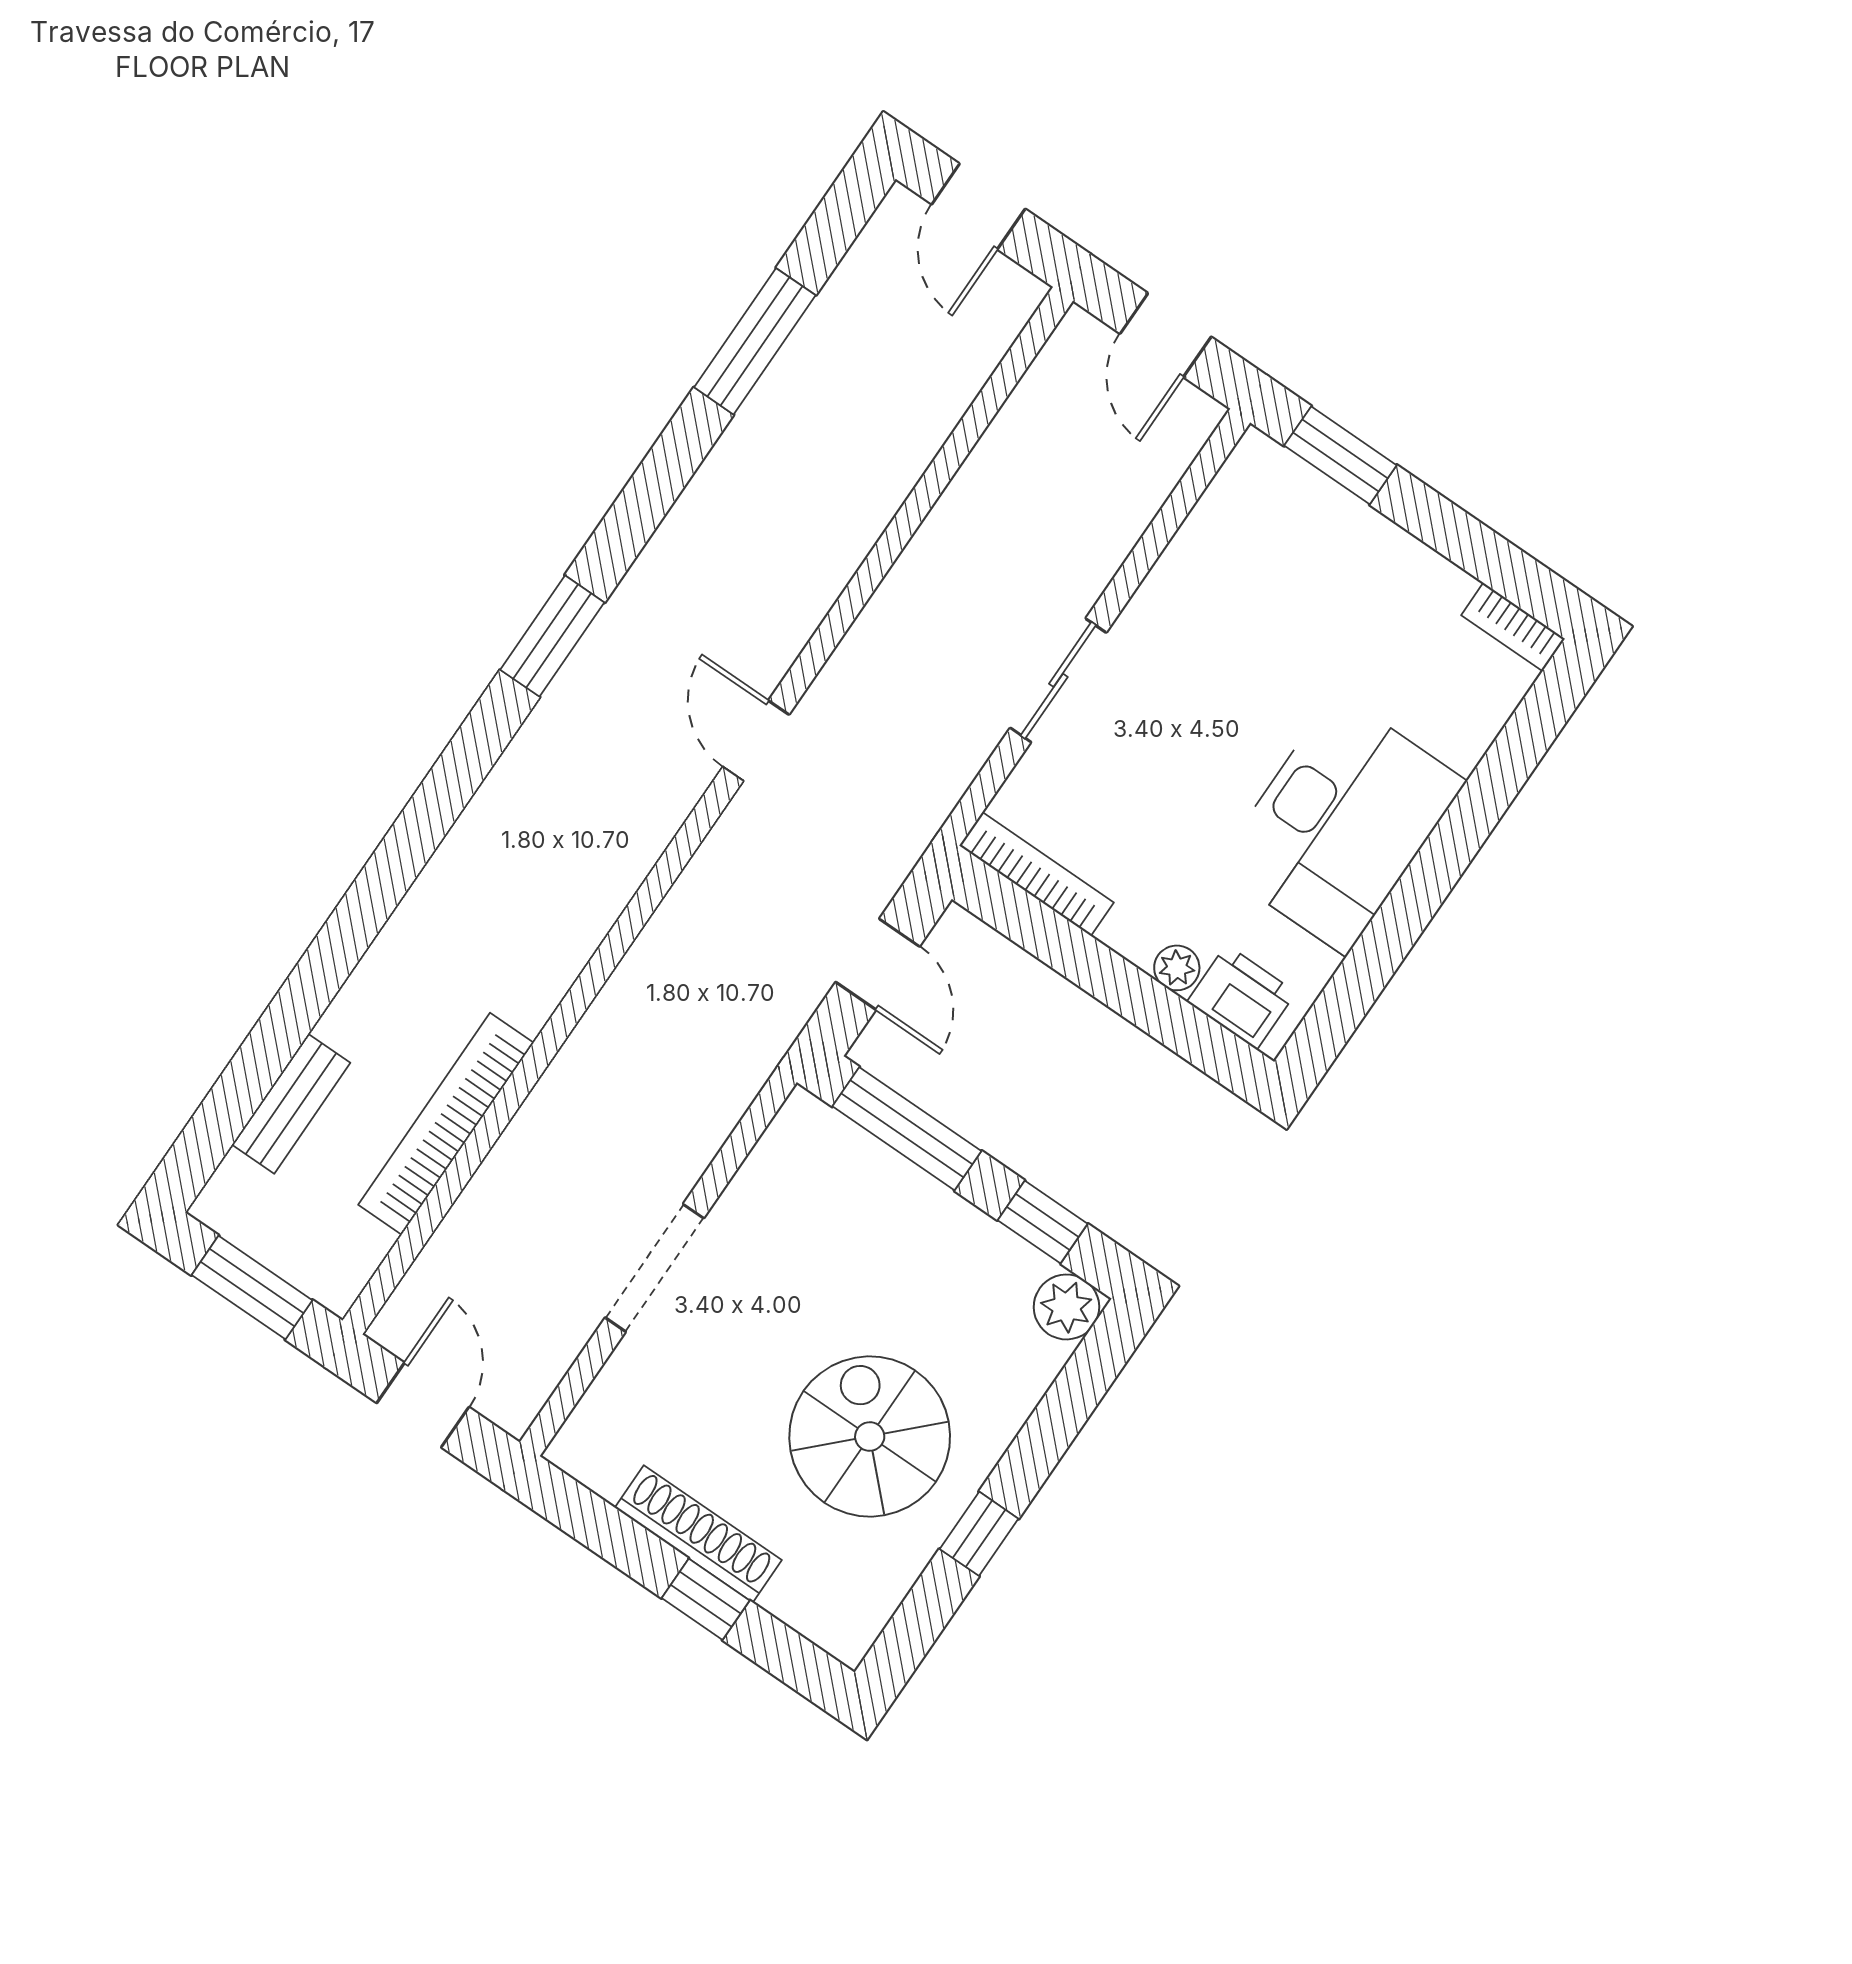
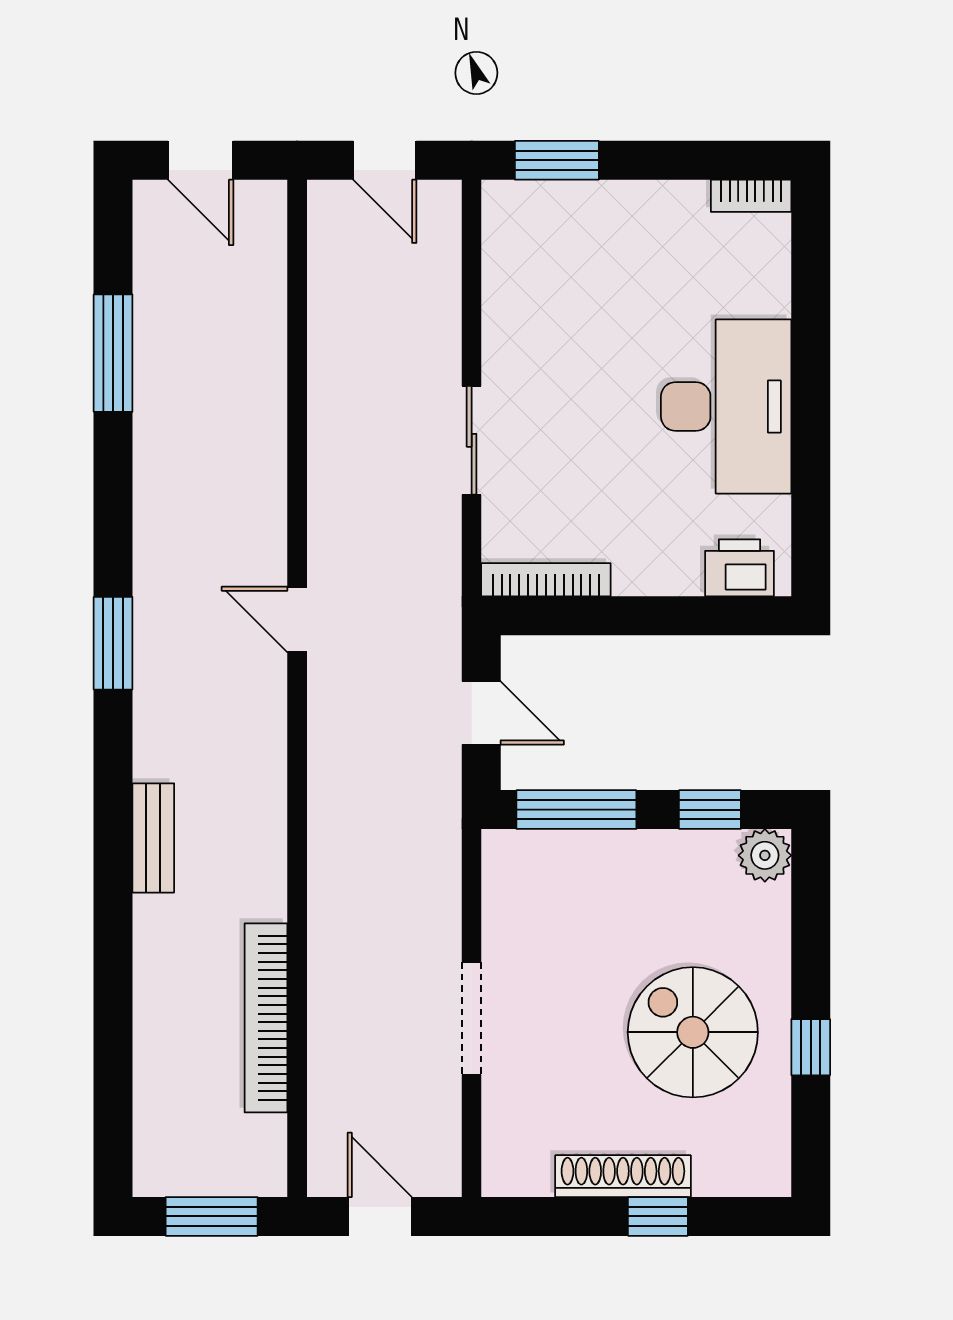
plant: (1177, 968) -> (683, 578), removed
bench: (291, 1104) -> (153, 838), moved

